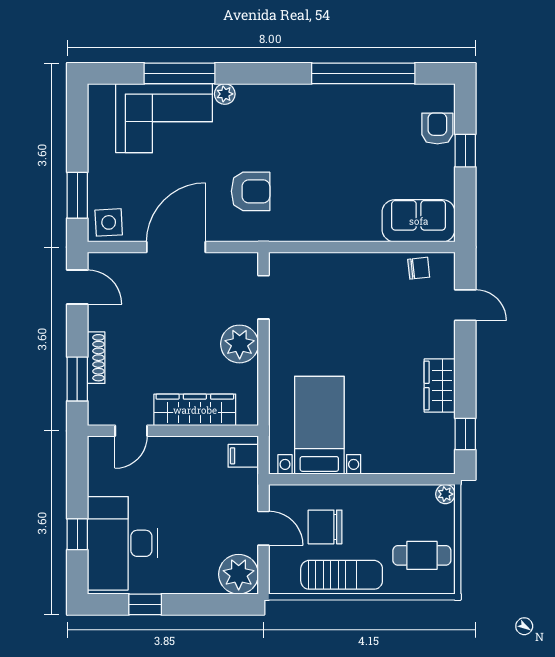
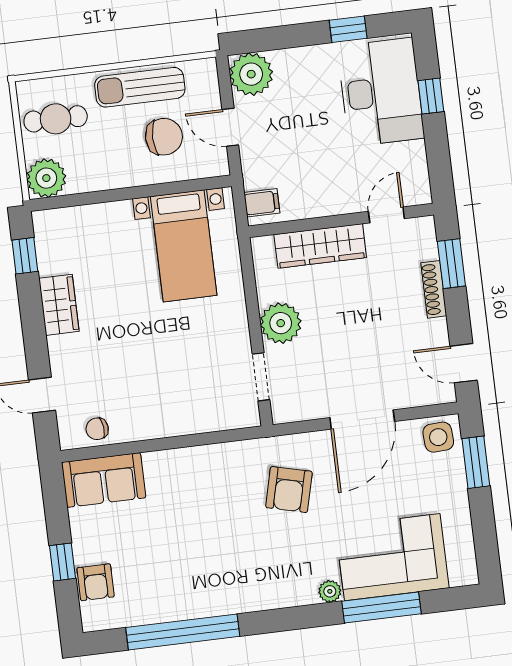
armchair: (251, 191) -> (289, 489), turned -76
plant: (445, 494) -> (46, 178), width x1.87, depth x1.87

